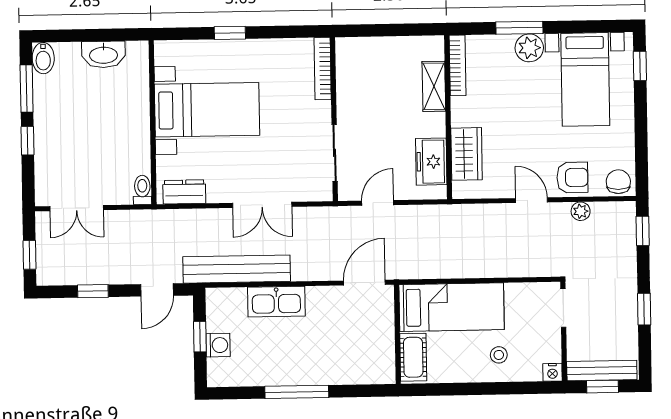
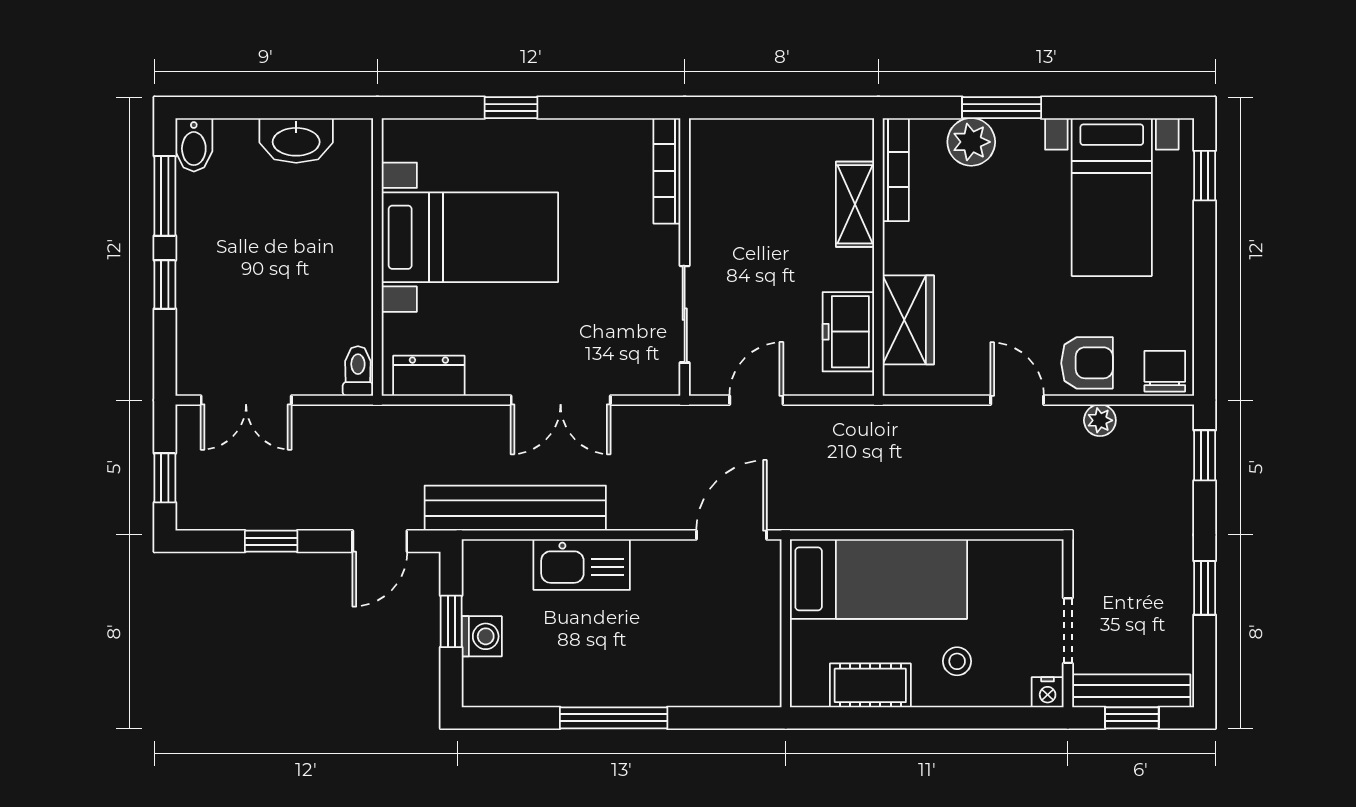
plant: (529, 48) -> (971, 142), moved
doorway: (563, 308) -> (1068, 631), moved
cot: (413, 357) -> (870, 685), moved, turned 90

